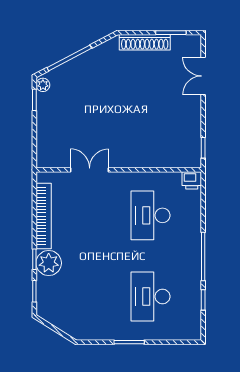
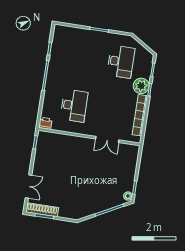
shoe rack: (145, 42) -> (42, 210), moved
desk: (151, 296) -> (121, 62), moved

